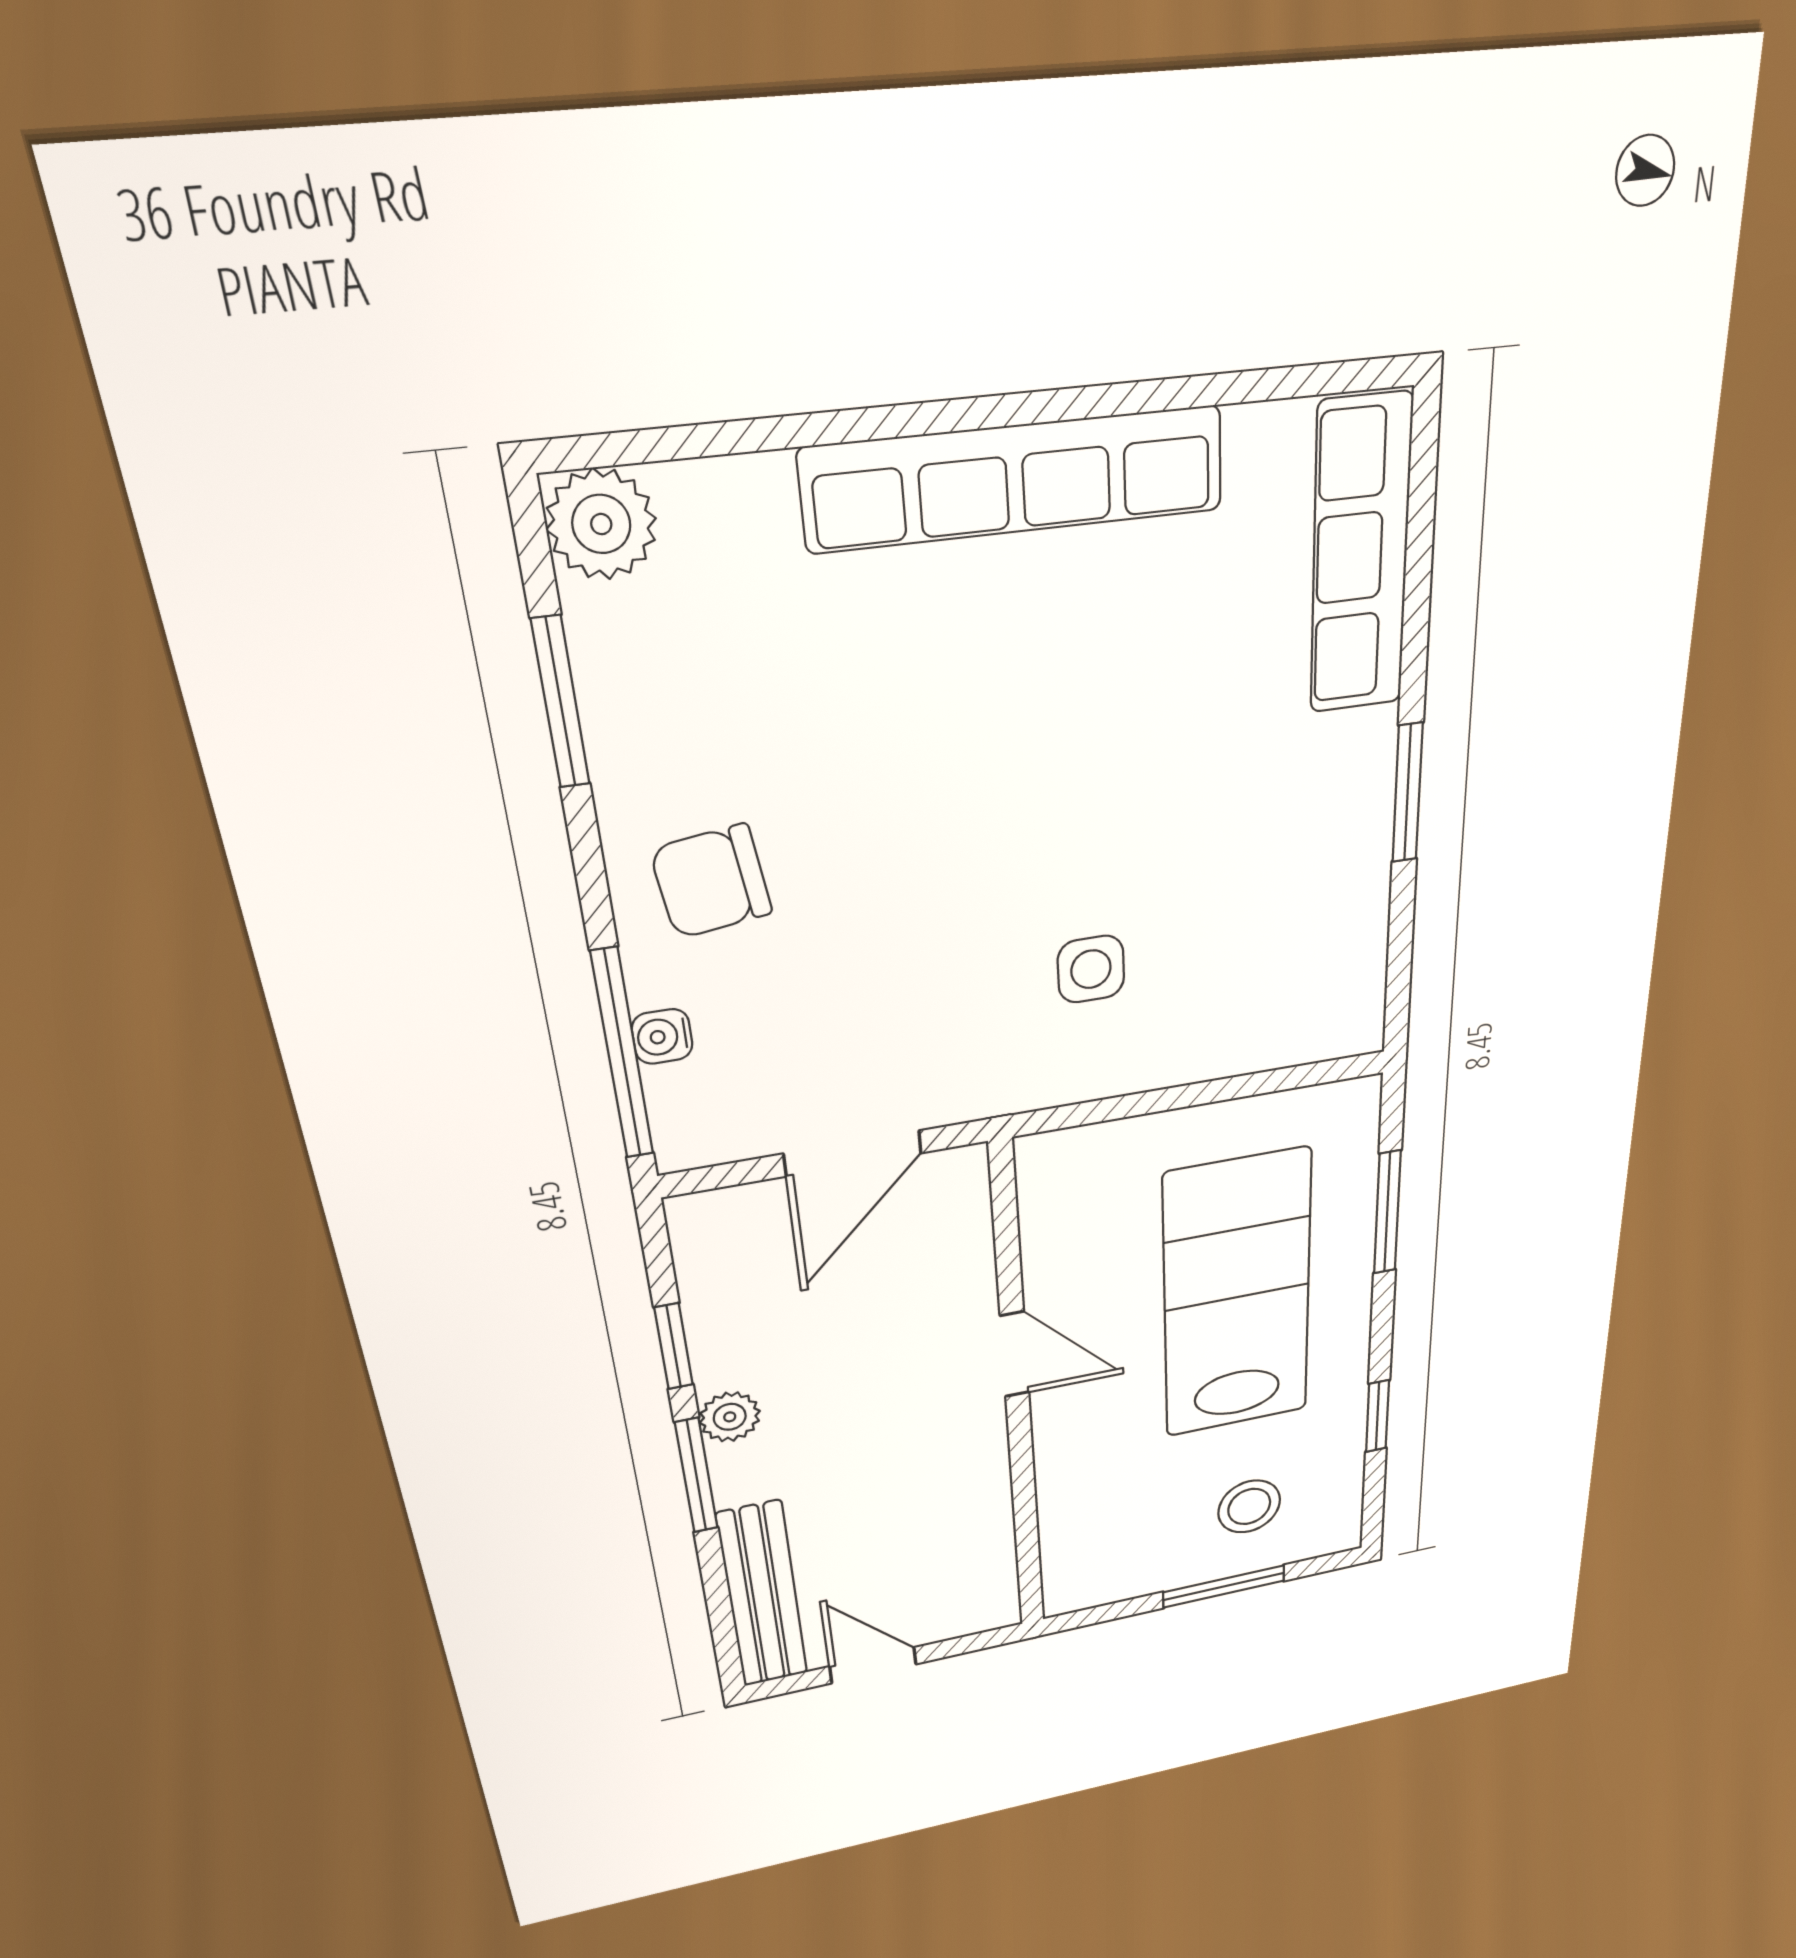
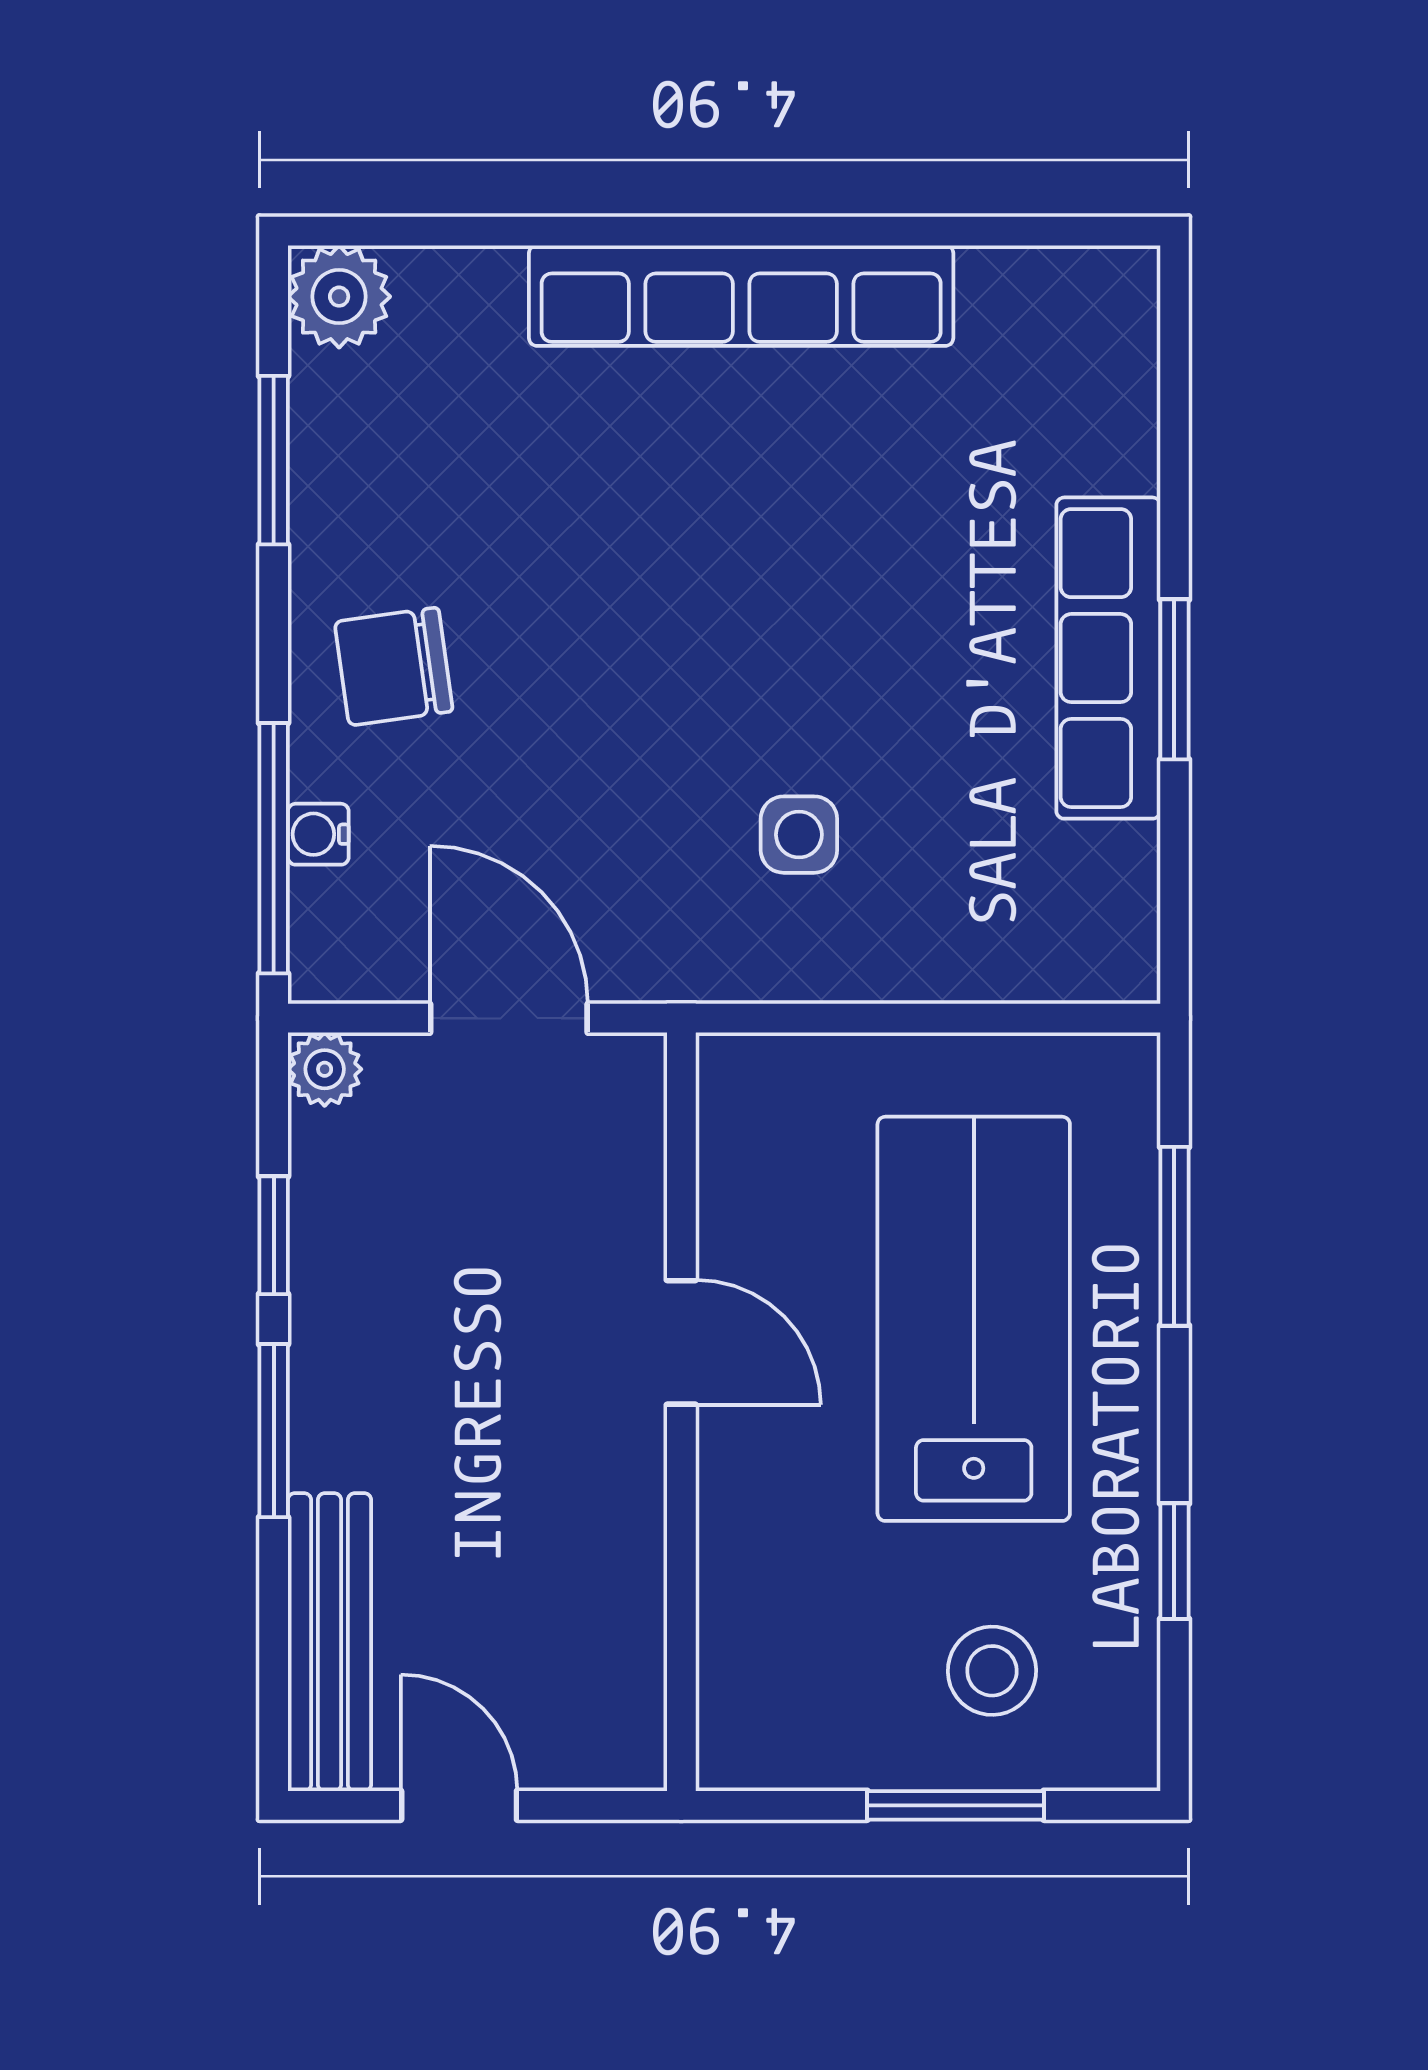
row of seats: (1361, 556) -> (1108, 658), moved
door: (853, 1153) -> (509, 1018), swing flipped
plant: (730, 1417) -> (325, 1069), moved

